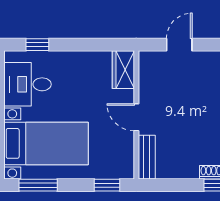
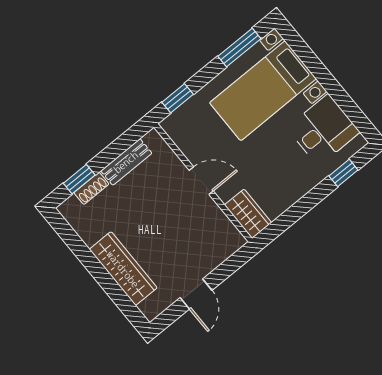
door: (179, 45) -> (196, 294), moved
bench: (147, 157) -> (126, 162), moved, turned 90

